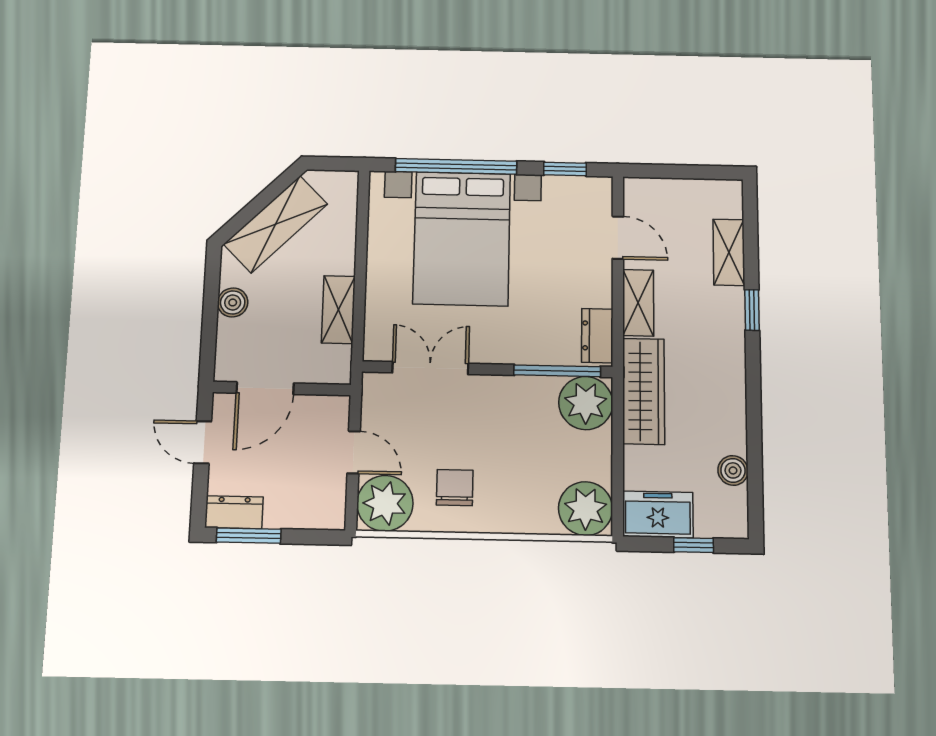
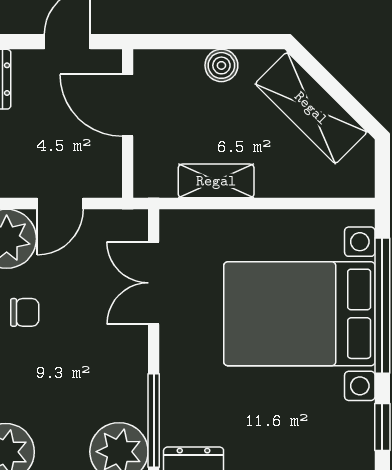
double door: (430, 368) -> (154, 283), swing flipped
chair: (455, 488) -> (25, 312), width x0.73, depth x0.73

